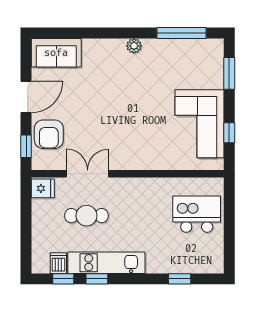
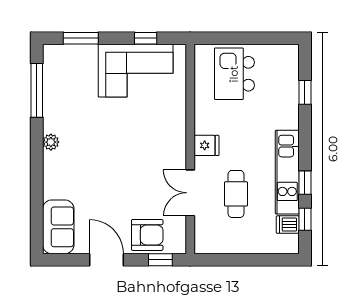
fridge: (43, 188) -> (206, 145), moved, turned 90

